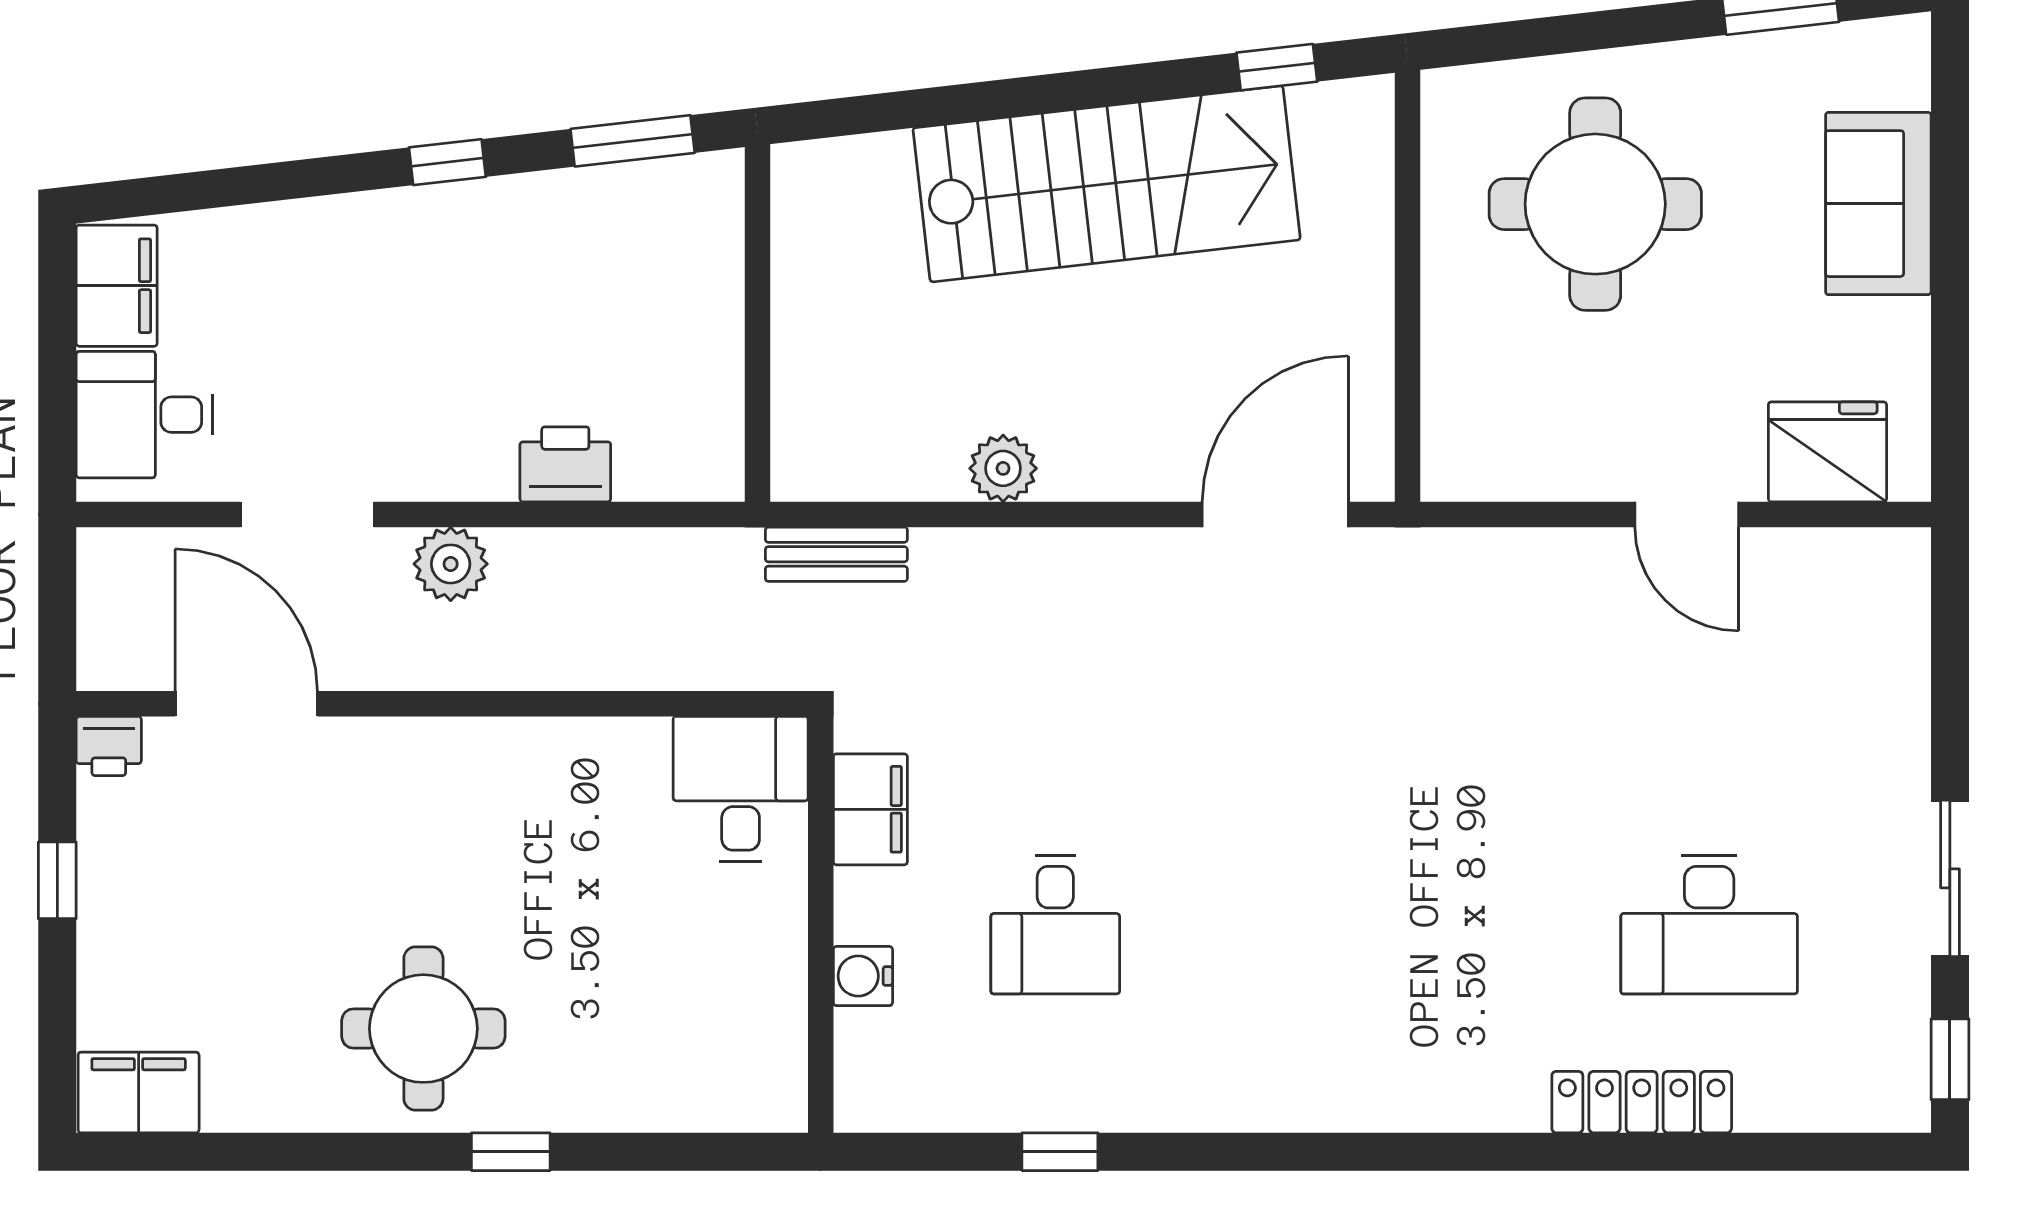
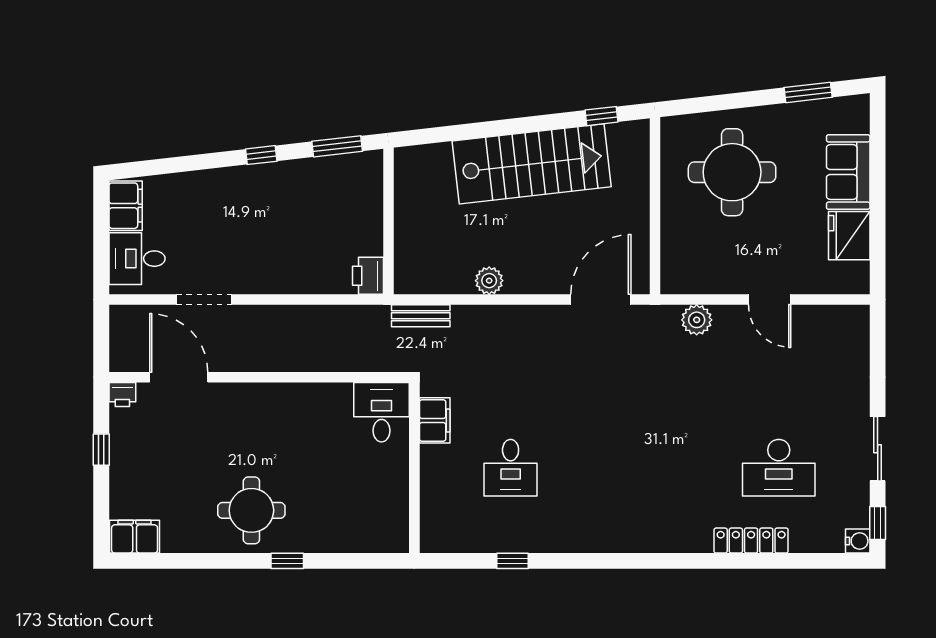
fridge: (1827, 452) -> (849, 236), moved, turned -90
printer: (565, 464) -> (368, 276), moved, turned -90
plant: (451, 564) -> (697, 320), moved
water cooler: (863, 976) -> (858, 541), moved, turned 180

